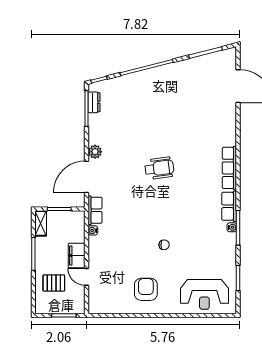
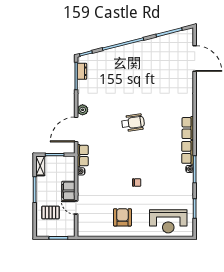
row of seats: (229, 168) -> (188, 128), width x0.68

